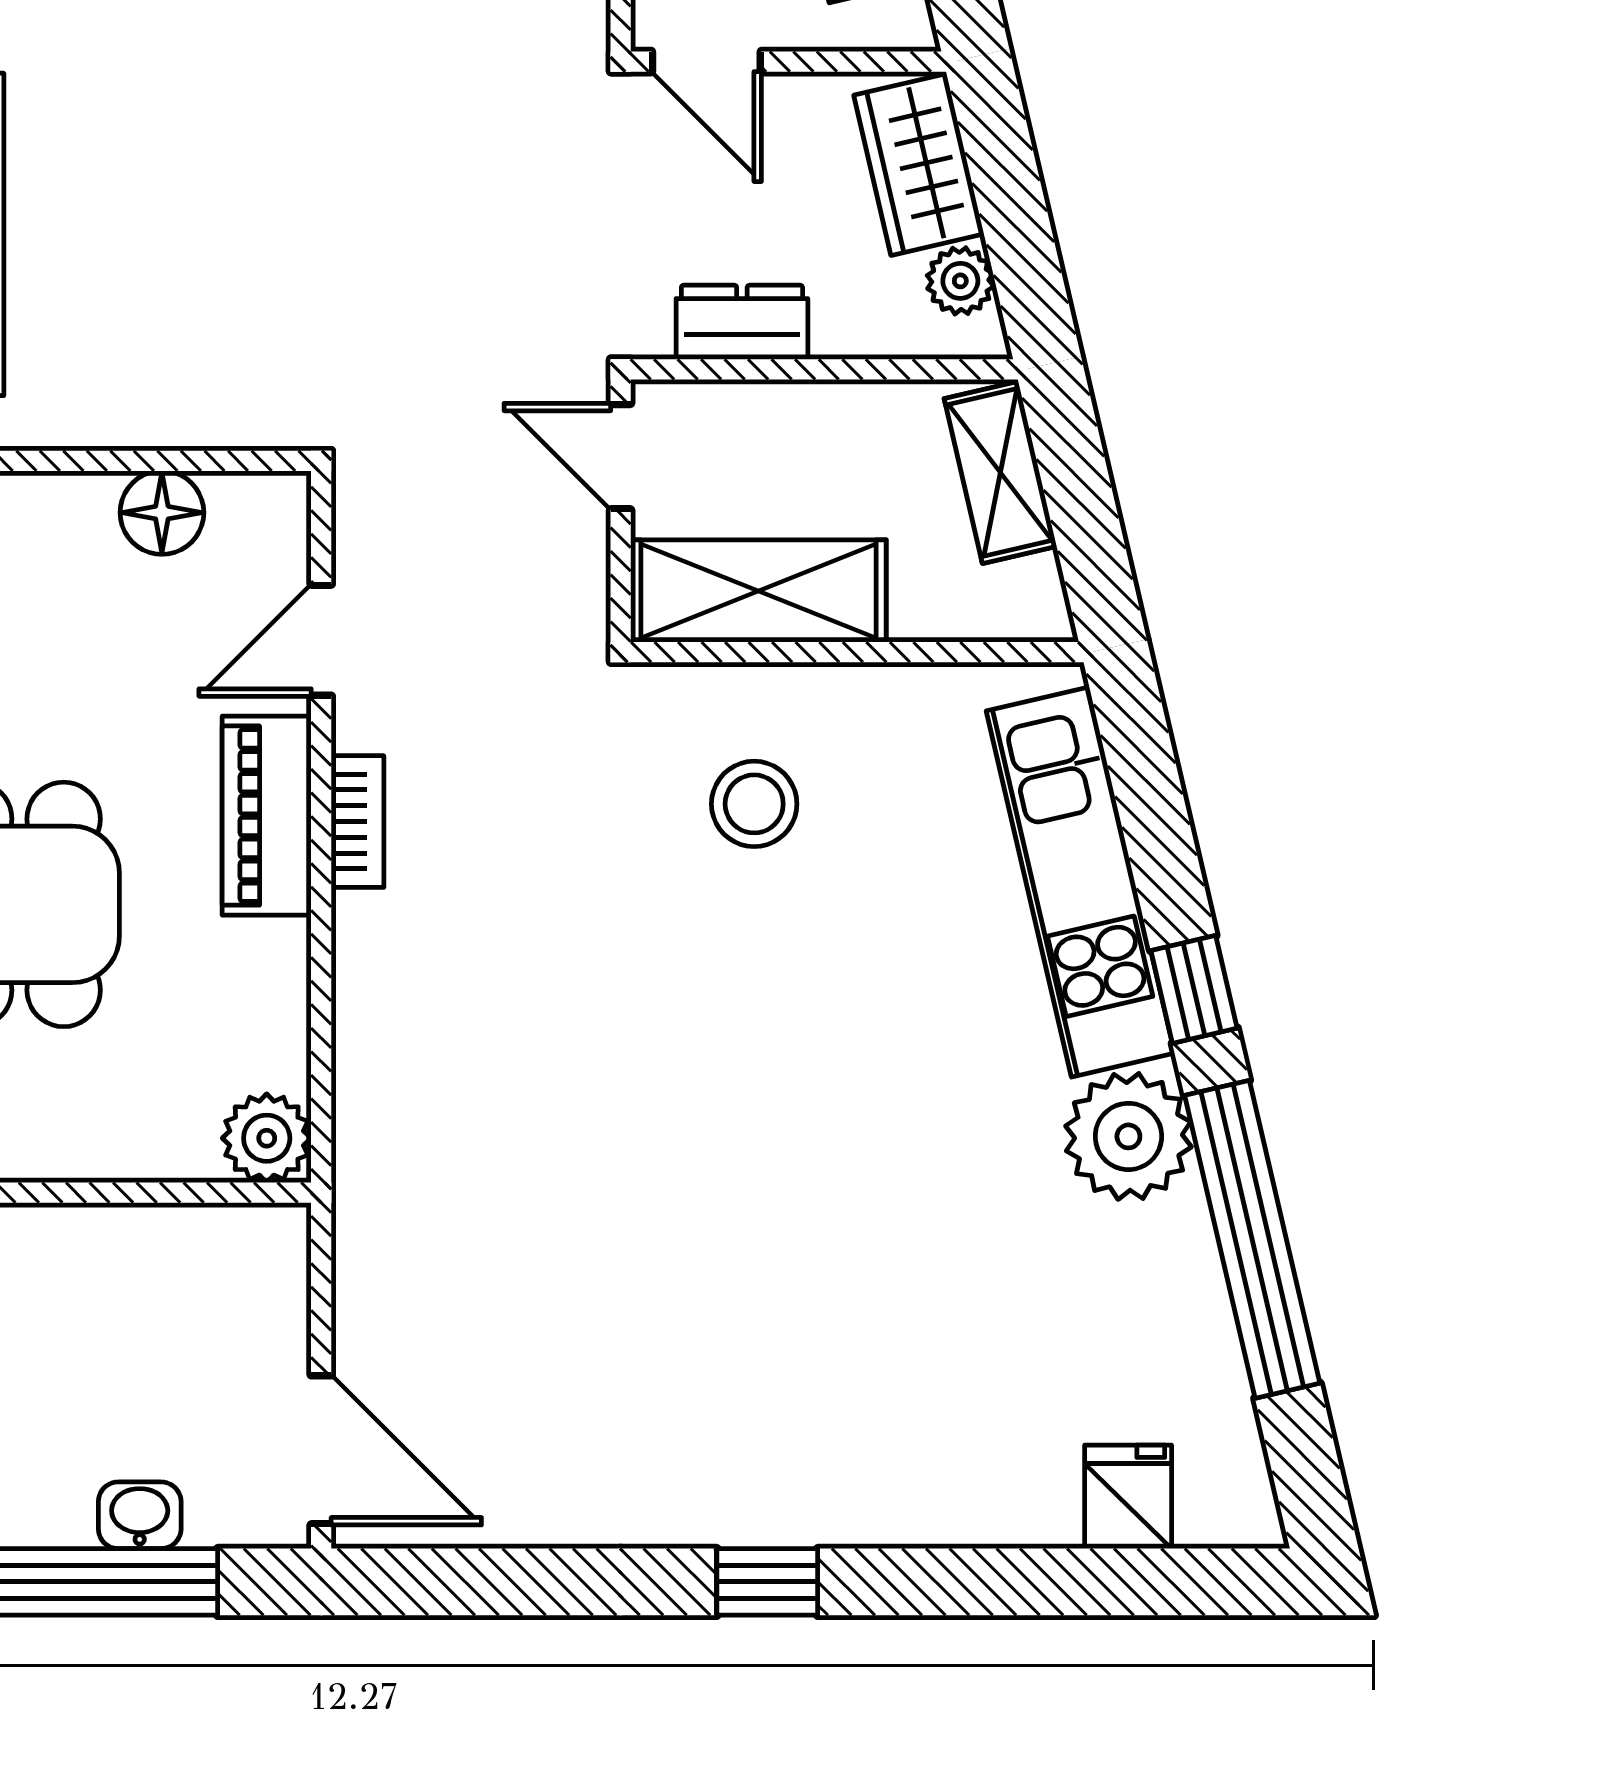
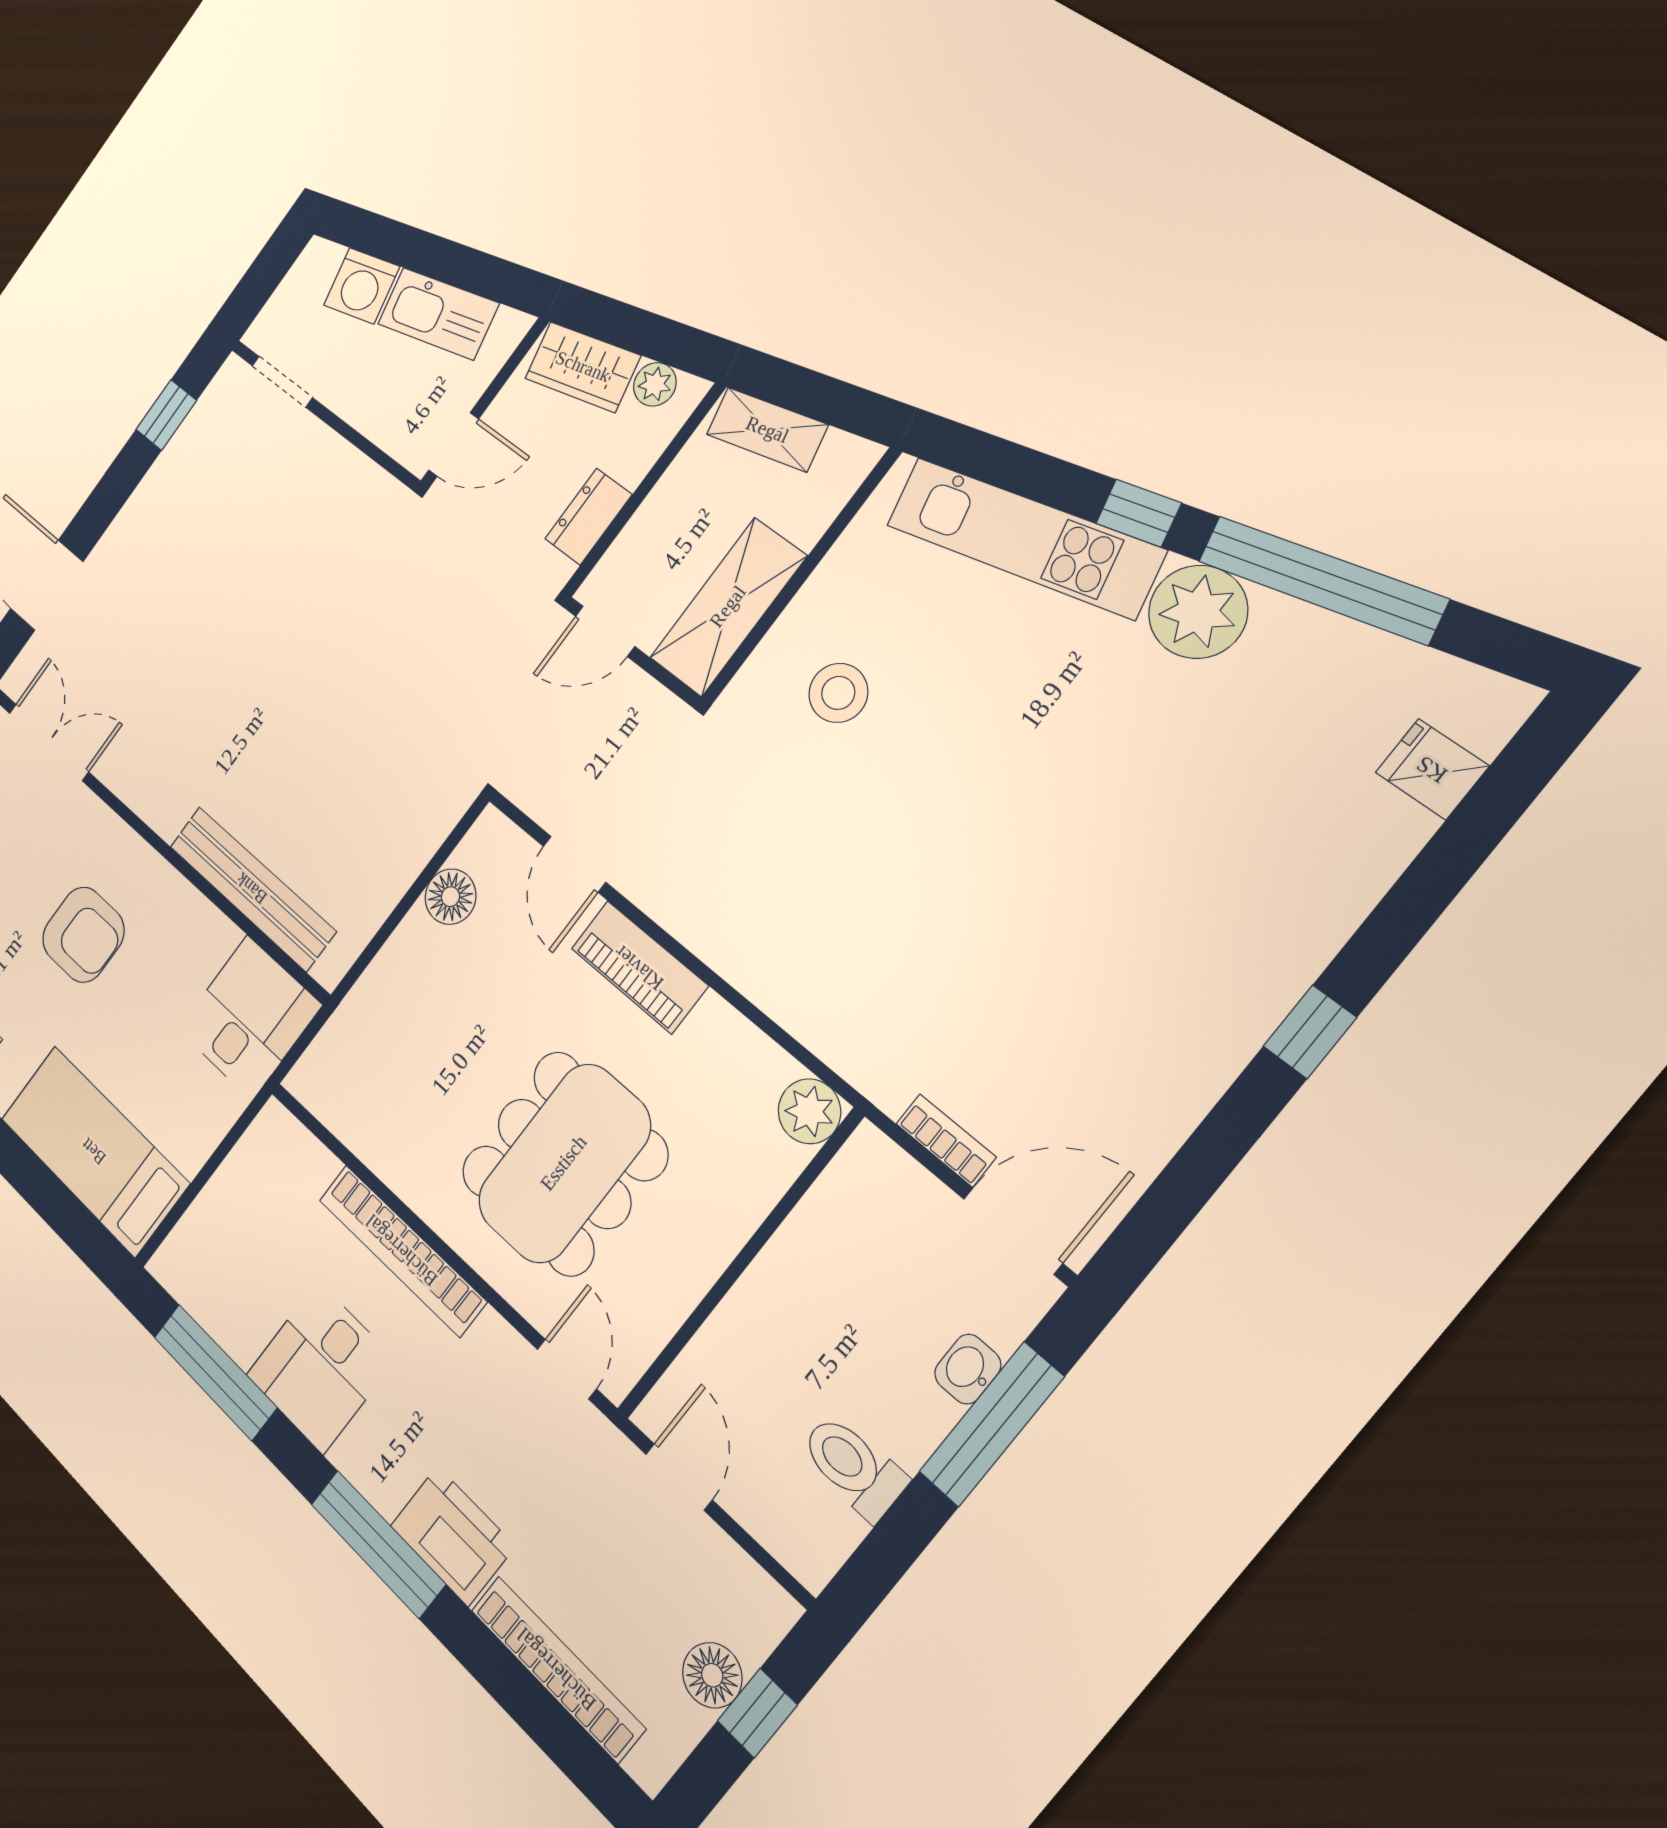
bookcase: (358, 822) -> (946, 1140), moved

